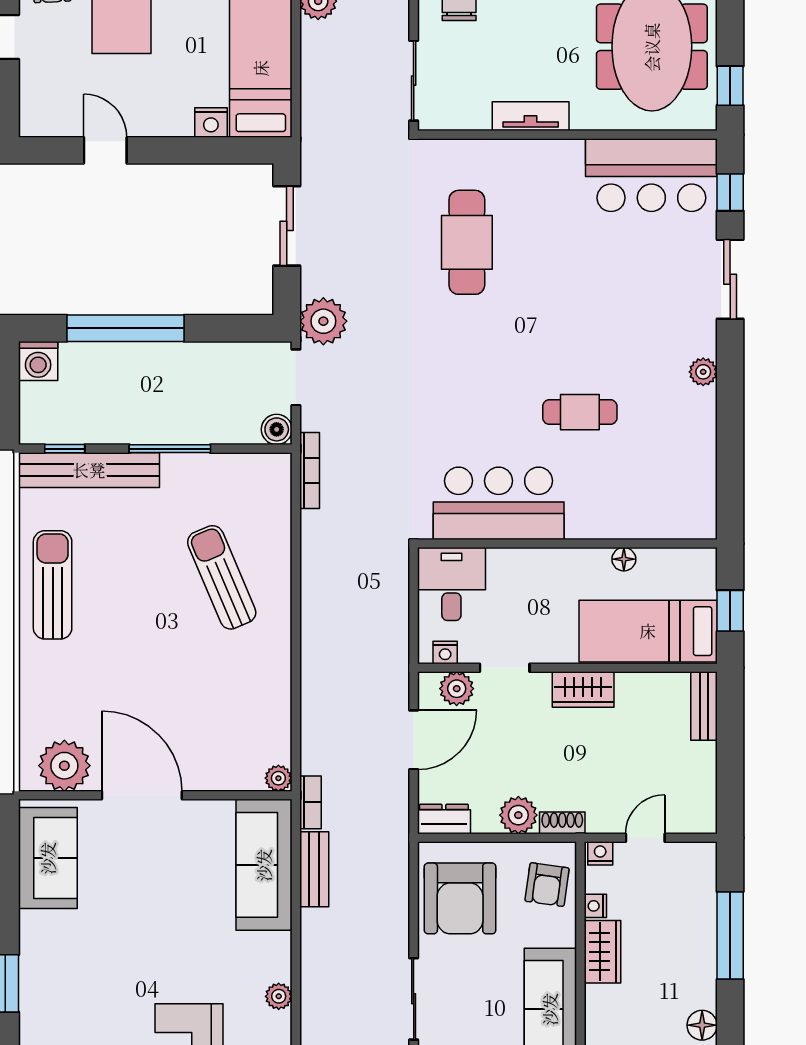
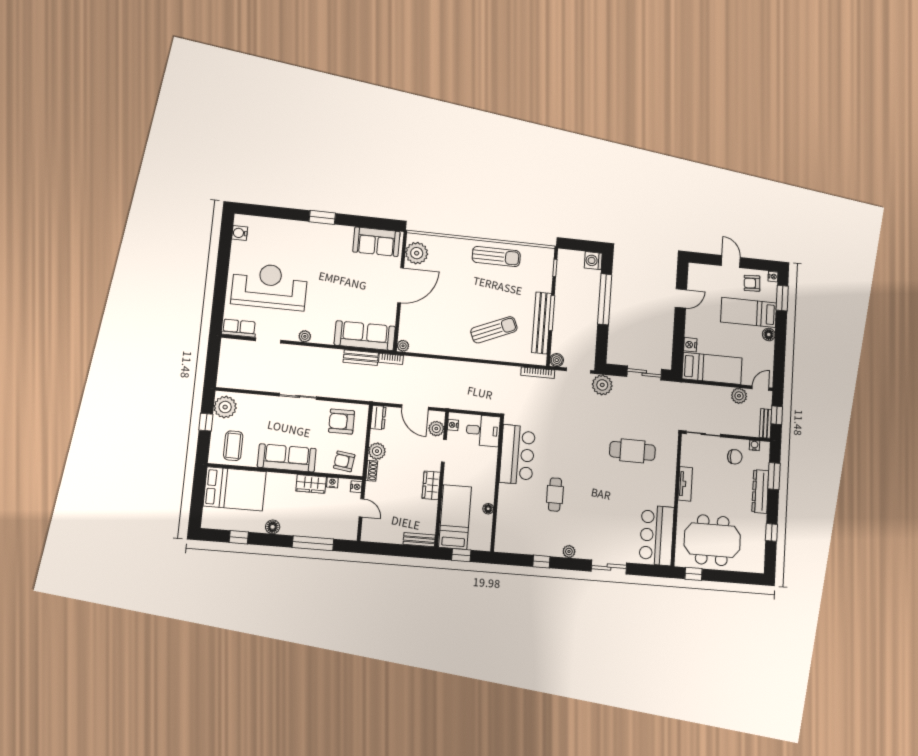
window: (730, 192) -> (541, 562), moved
bench: (89, 470) -> (542, 323), moved
armchair: (460, 898) -> (342, 421), width x0.73, depth x0.73

